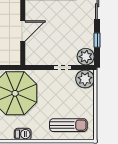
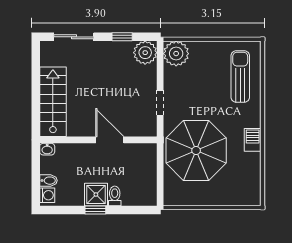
doorway: (63, 67) -> (160, 103), moved

